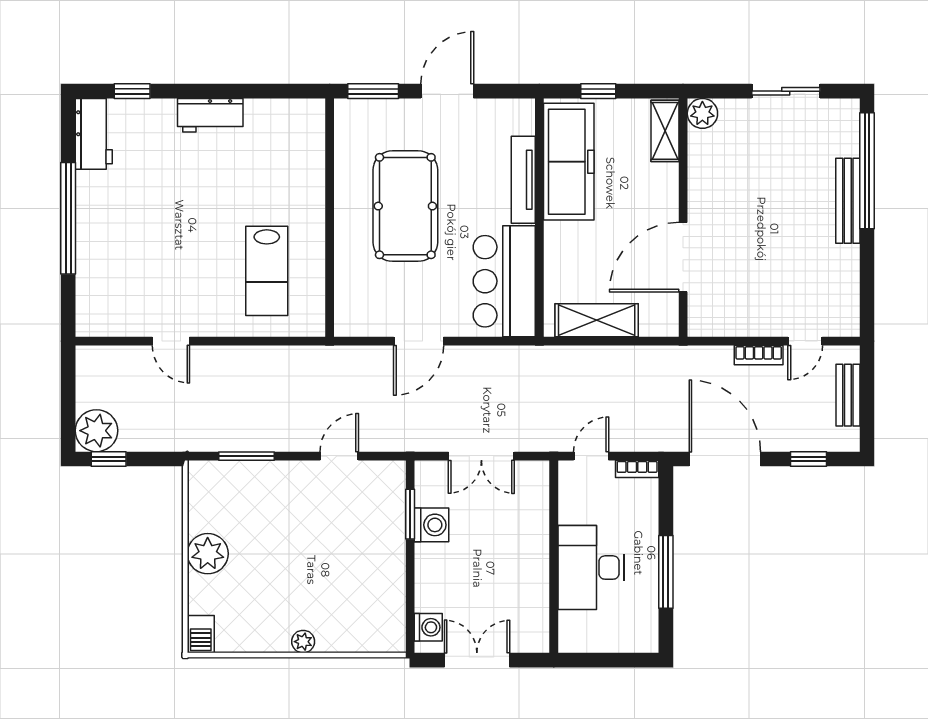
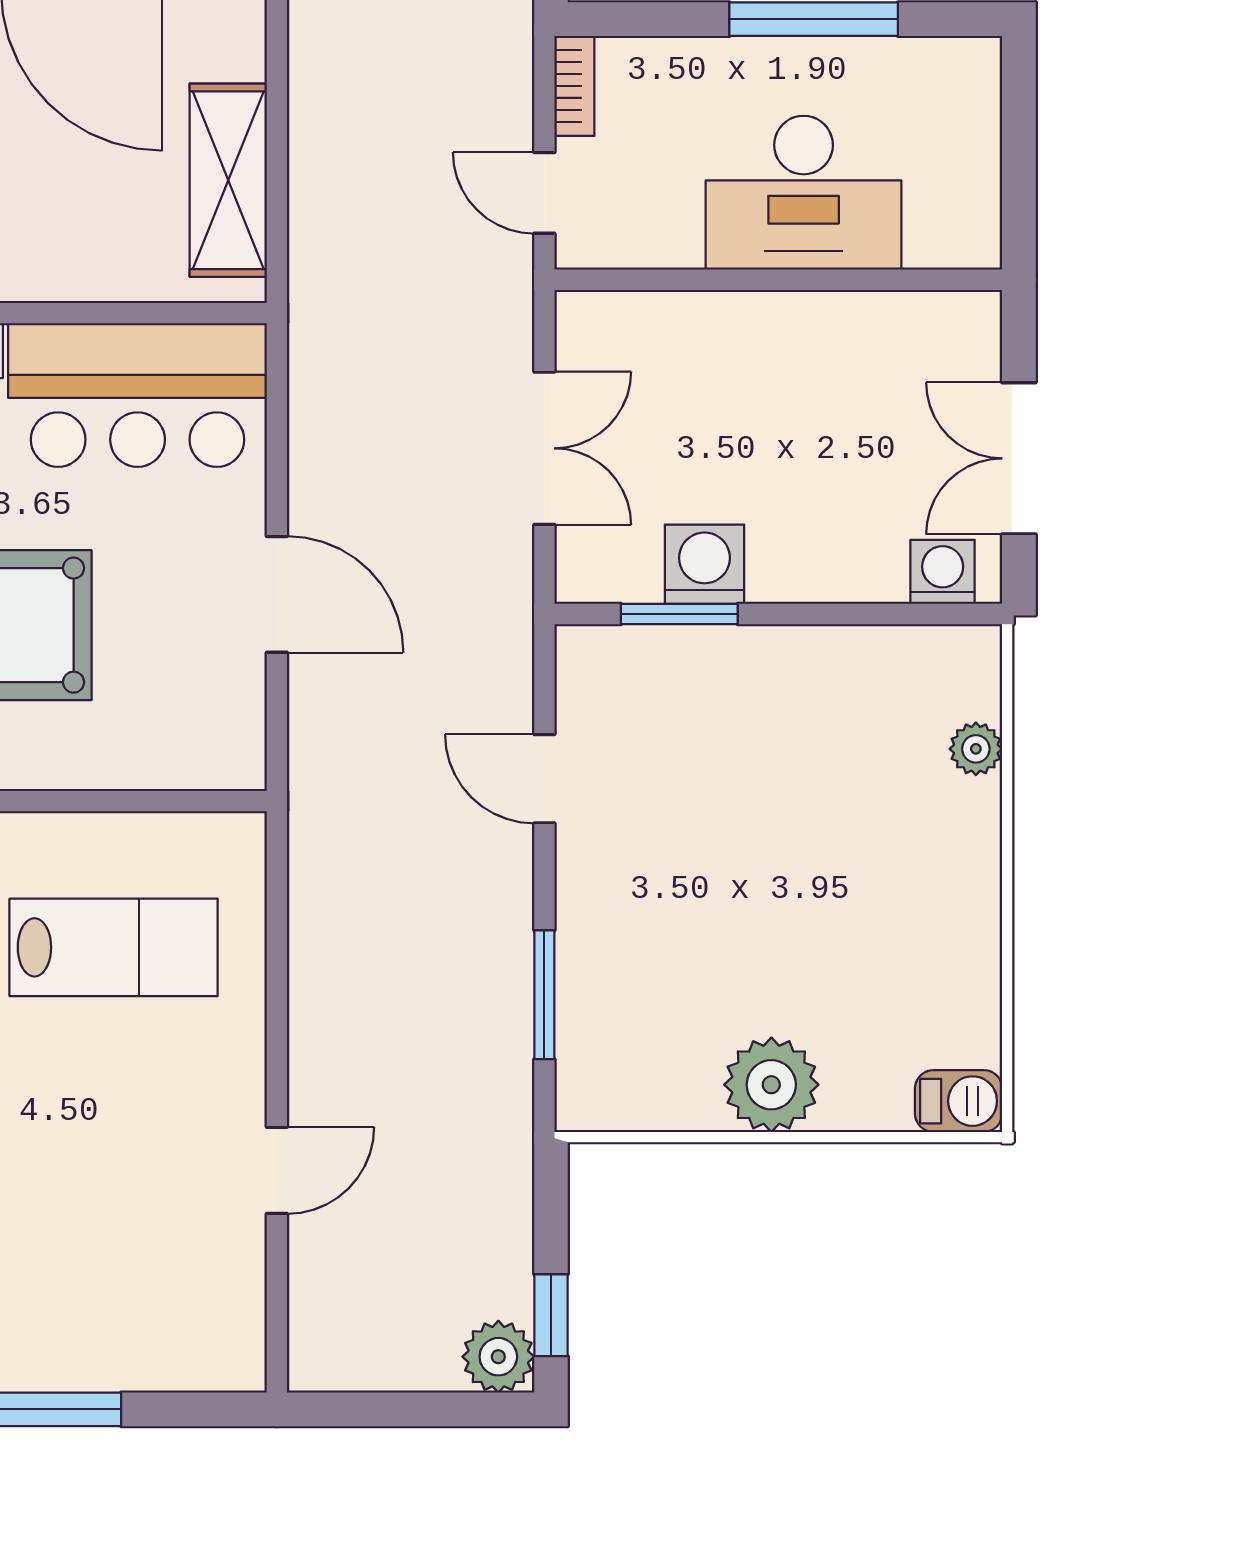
plant: (96, 431) -> (498, 1357), width x0.73, depth x0.73
plant: (303, 642) -> (976, 749), moved

